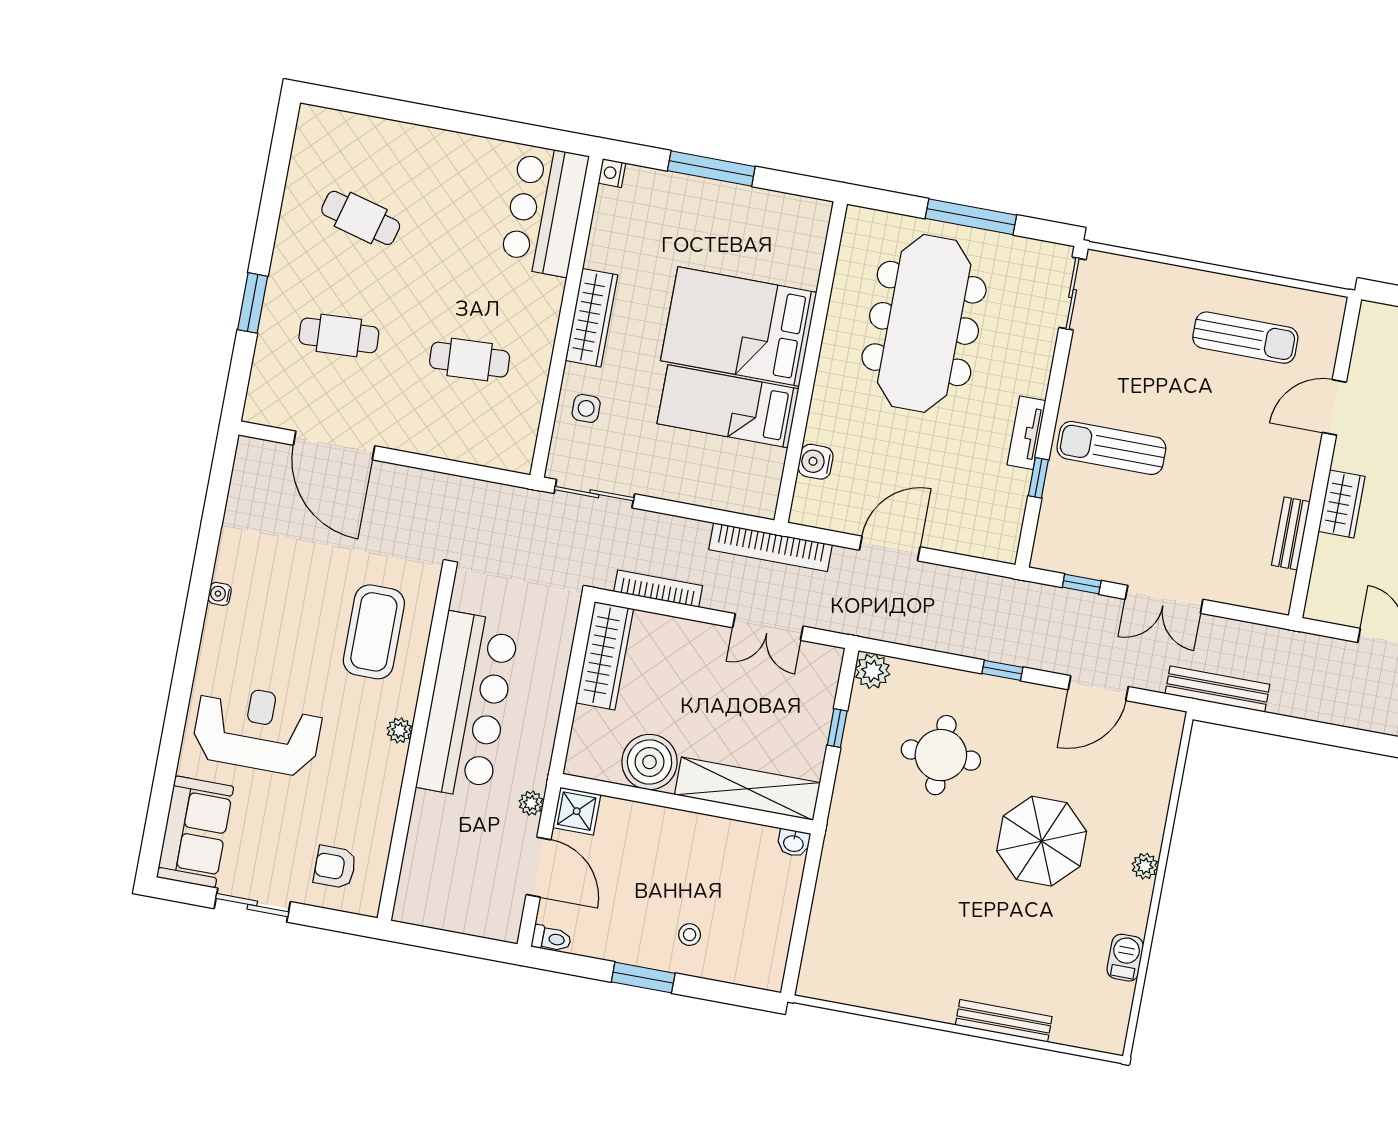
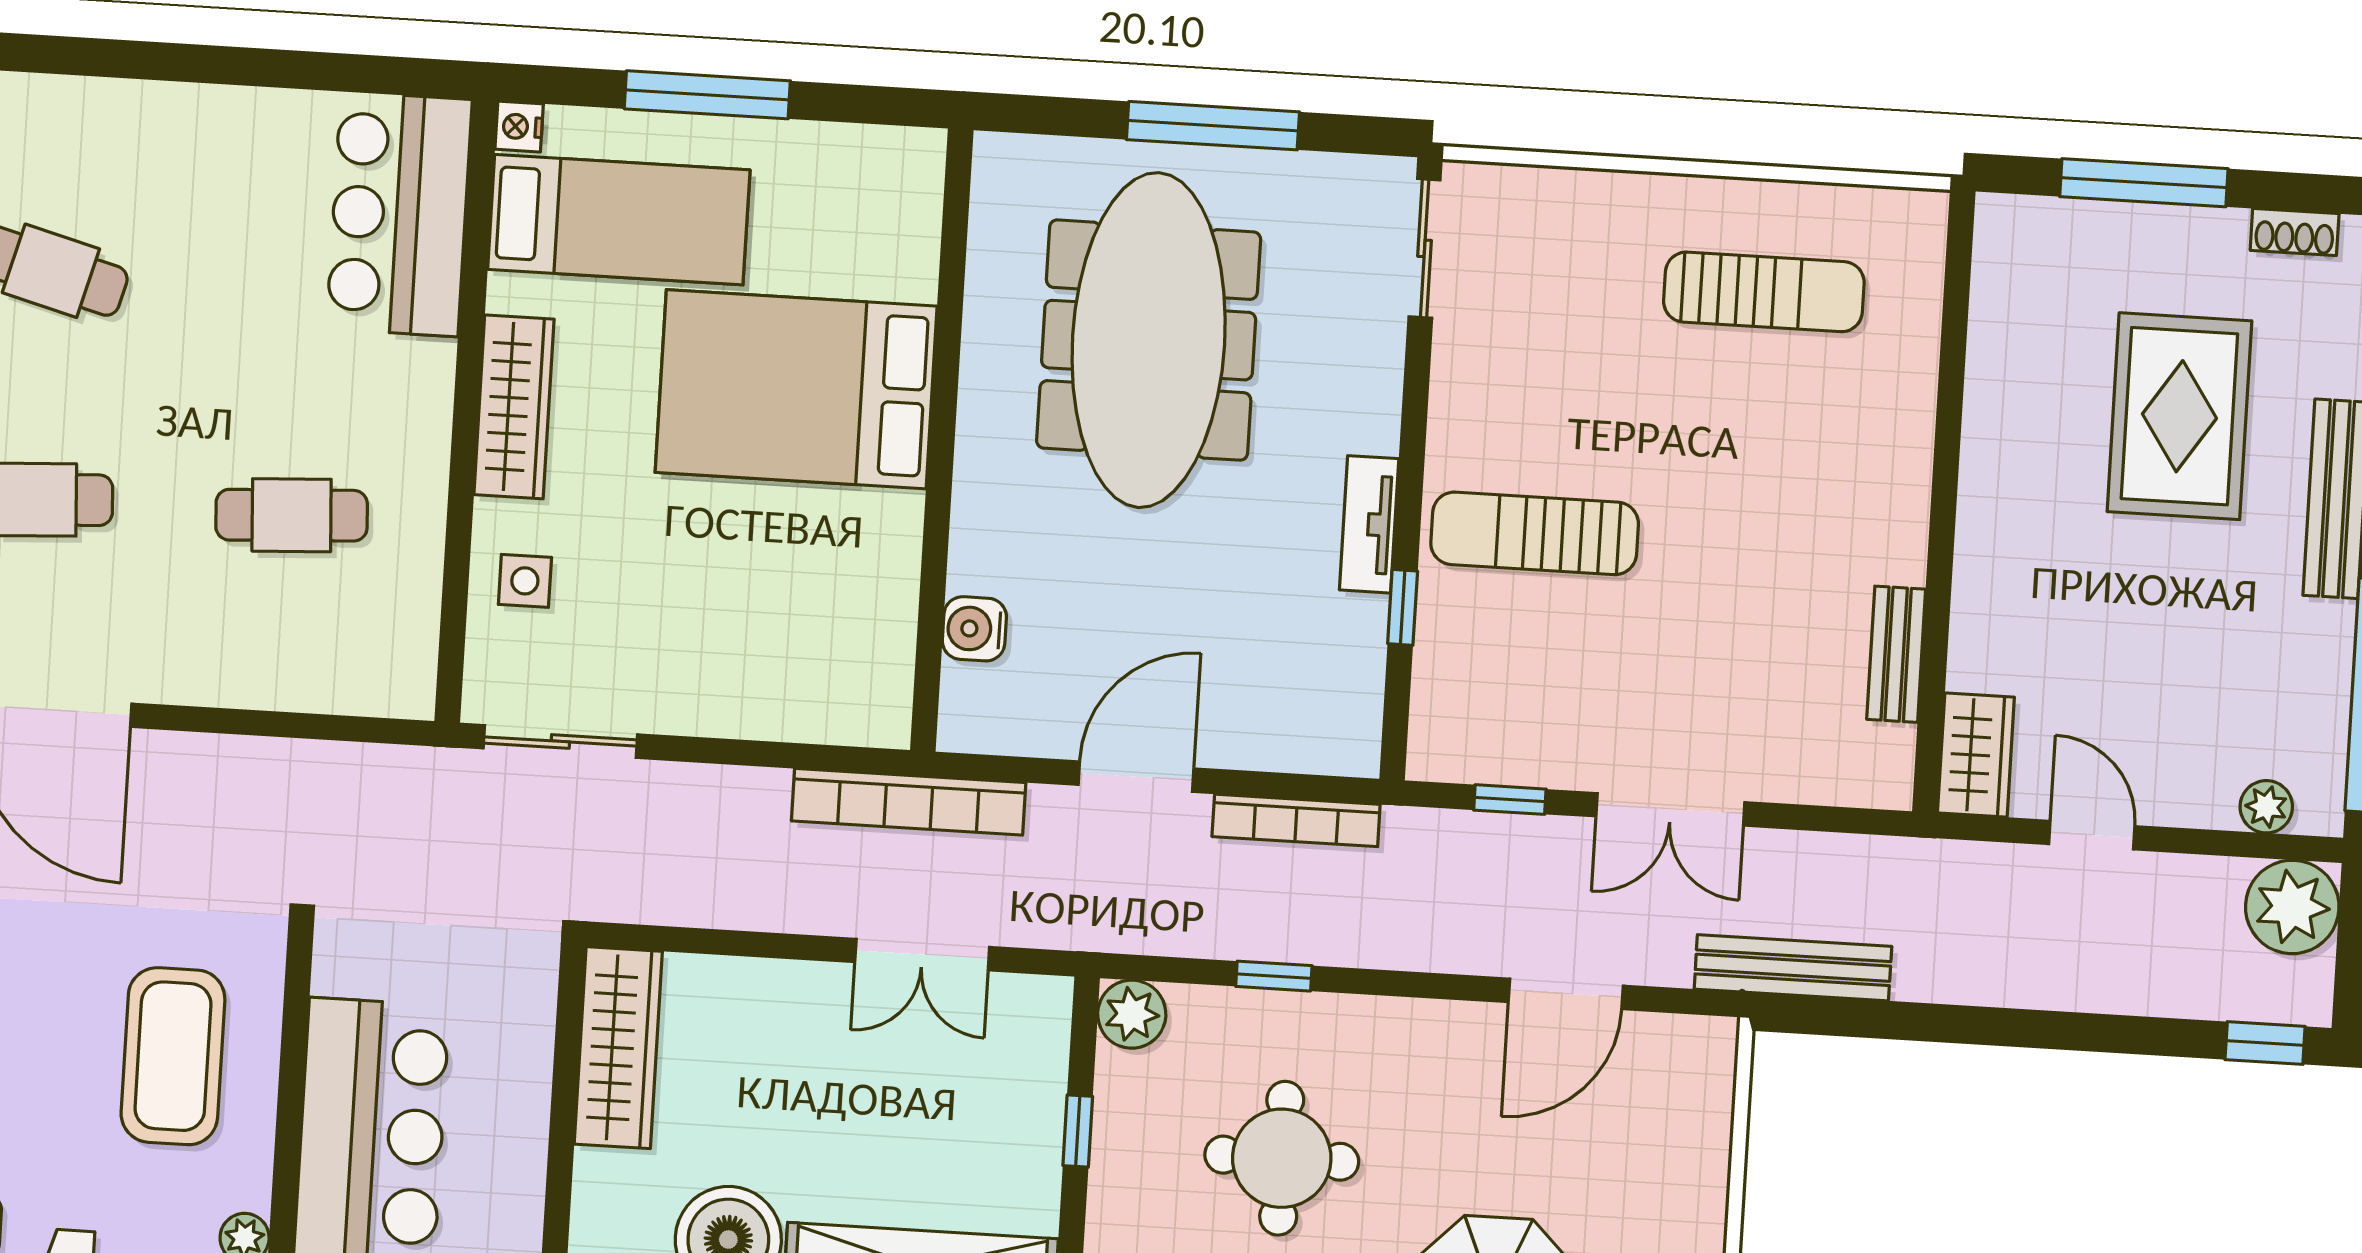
bed: (728, 406) -> (619, 220), moved, turned 180
door: (1334, 407) -> (1950, 404), removed
wardrobe: (1342, 504) -> (1976, 755), moved
bookcase: (658, 589) -> (1296, 820), moved, turned 180
window: (1002, 670) -> (1274, 976), moved

